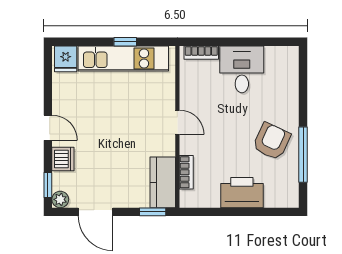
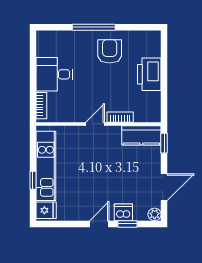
window: (125, 42) -> (33, 180), moved
armchair: (272, 141) -> (110, 51), turned 65
window: (303, 155) -> (94, 27), moved
bookcase: (186, 172) -> (120, 117), moved
window: (48, 185) -> (127, 224), moved

